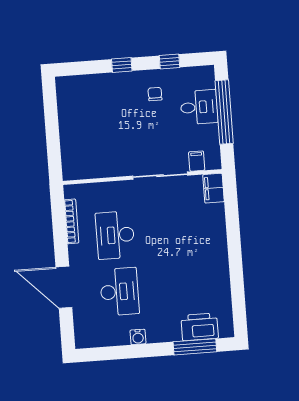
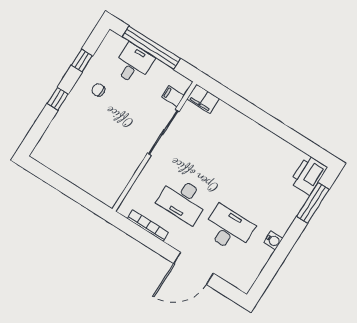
printer: (200, 327) -> (309, 175), moved

